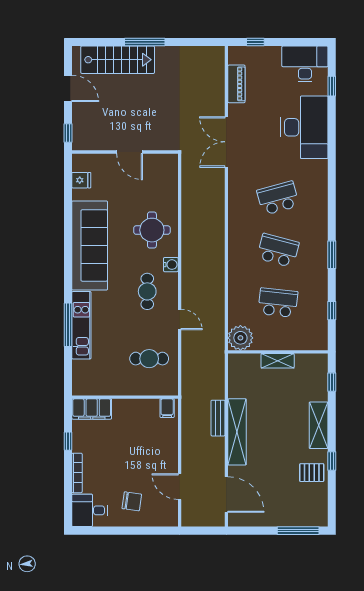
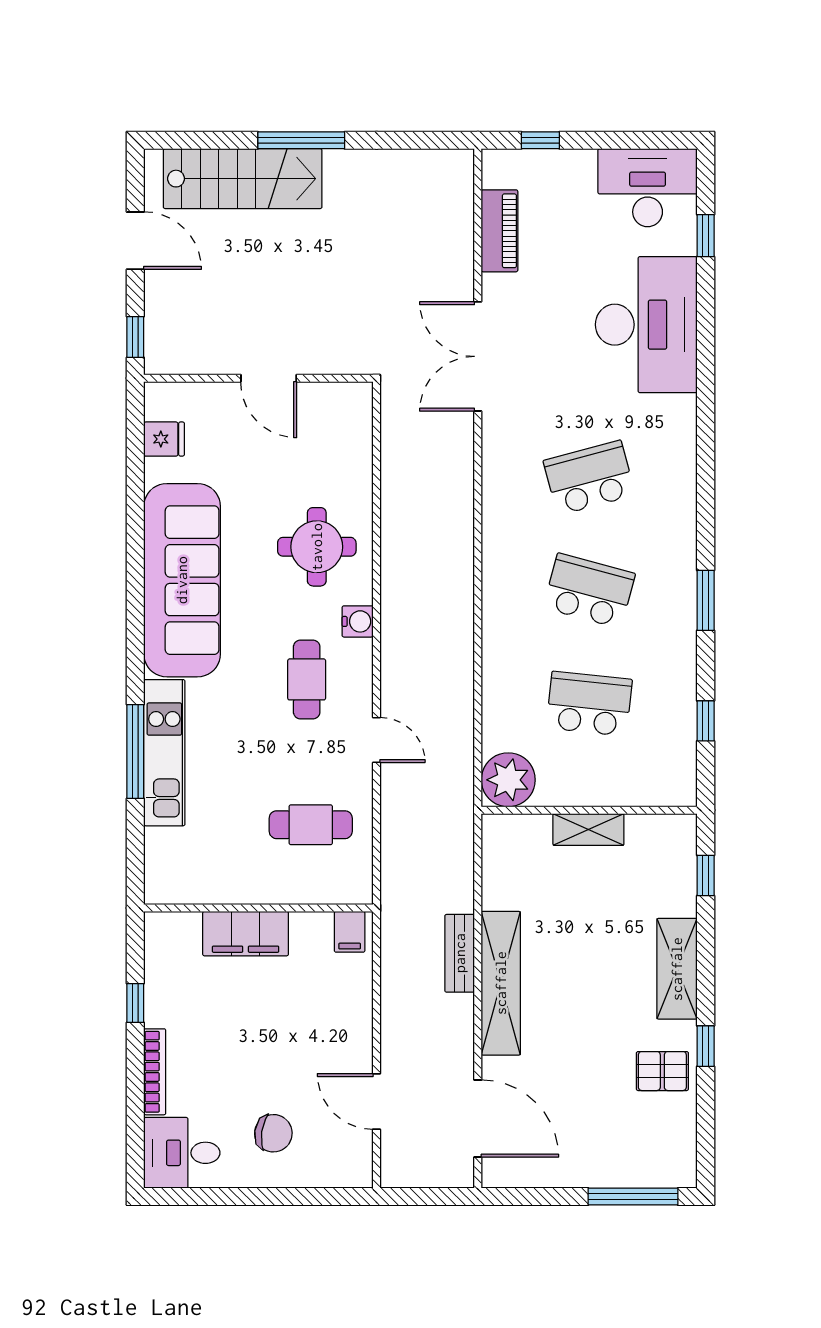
filing cabinet: (92, 409) -> (246, 934), moved

